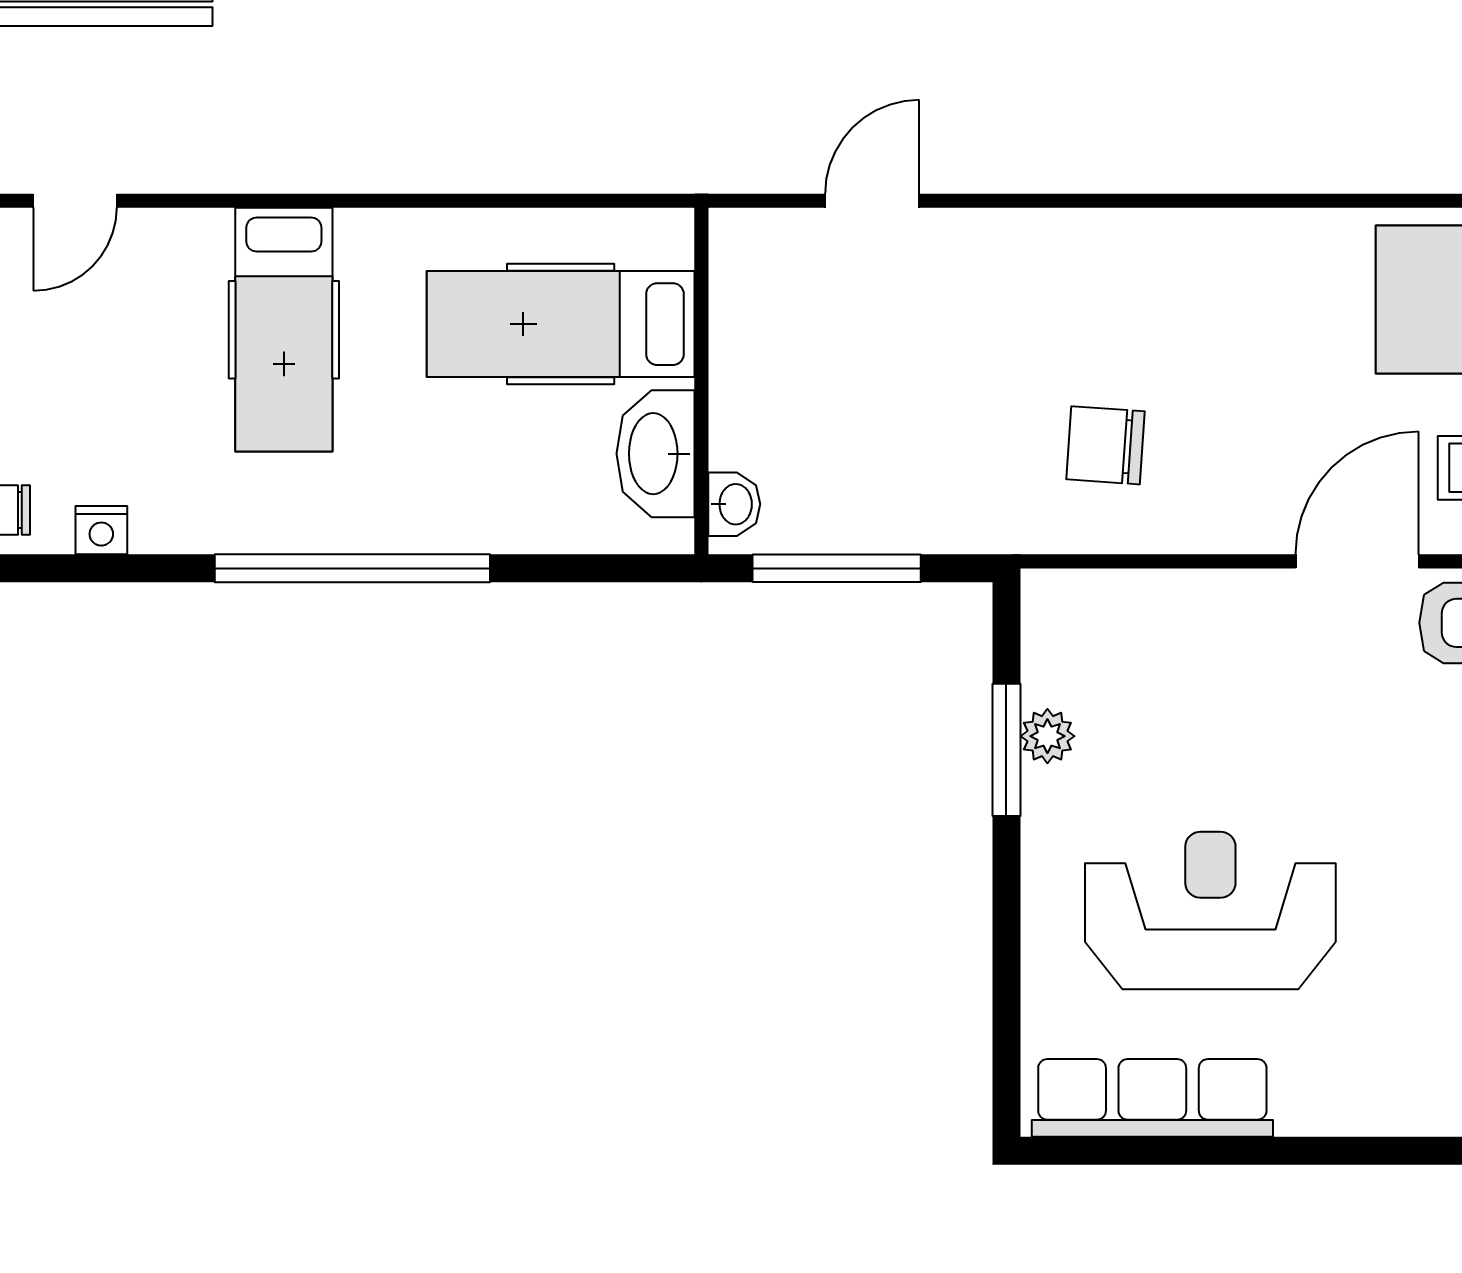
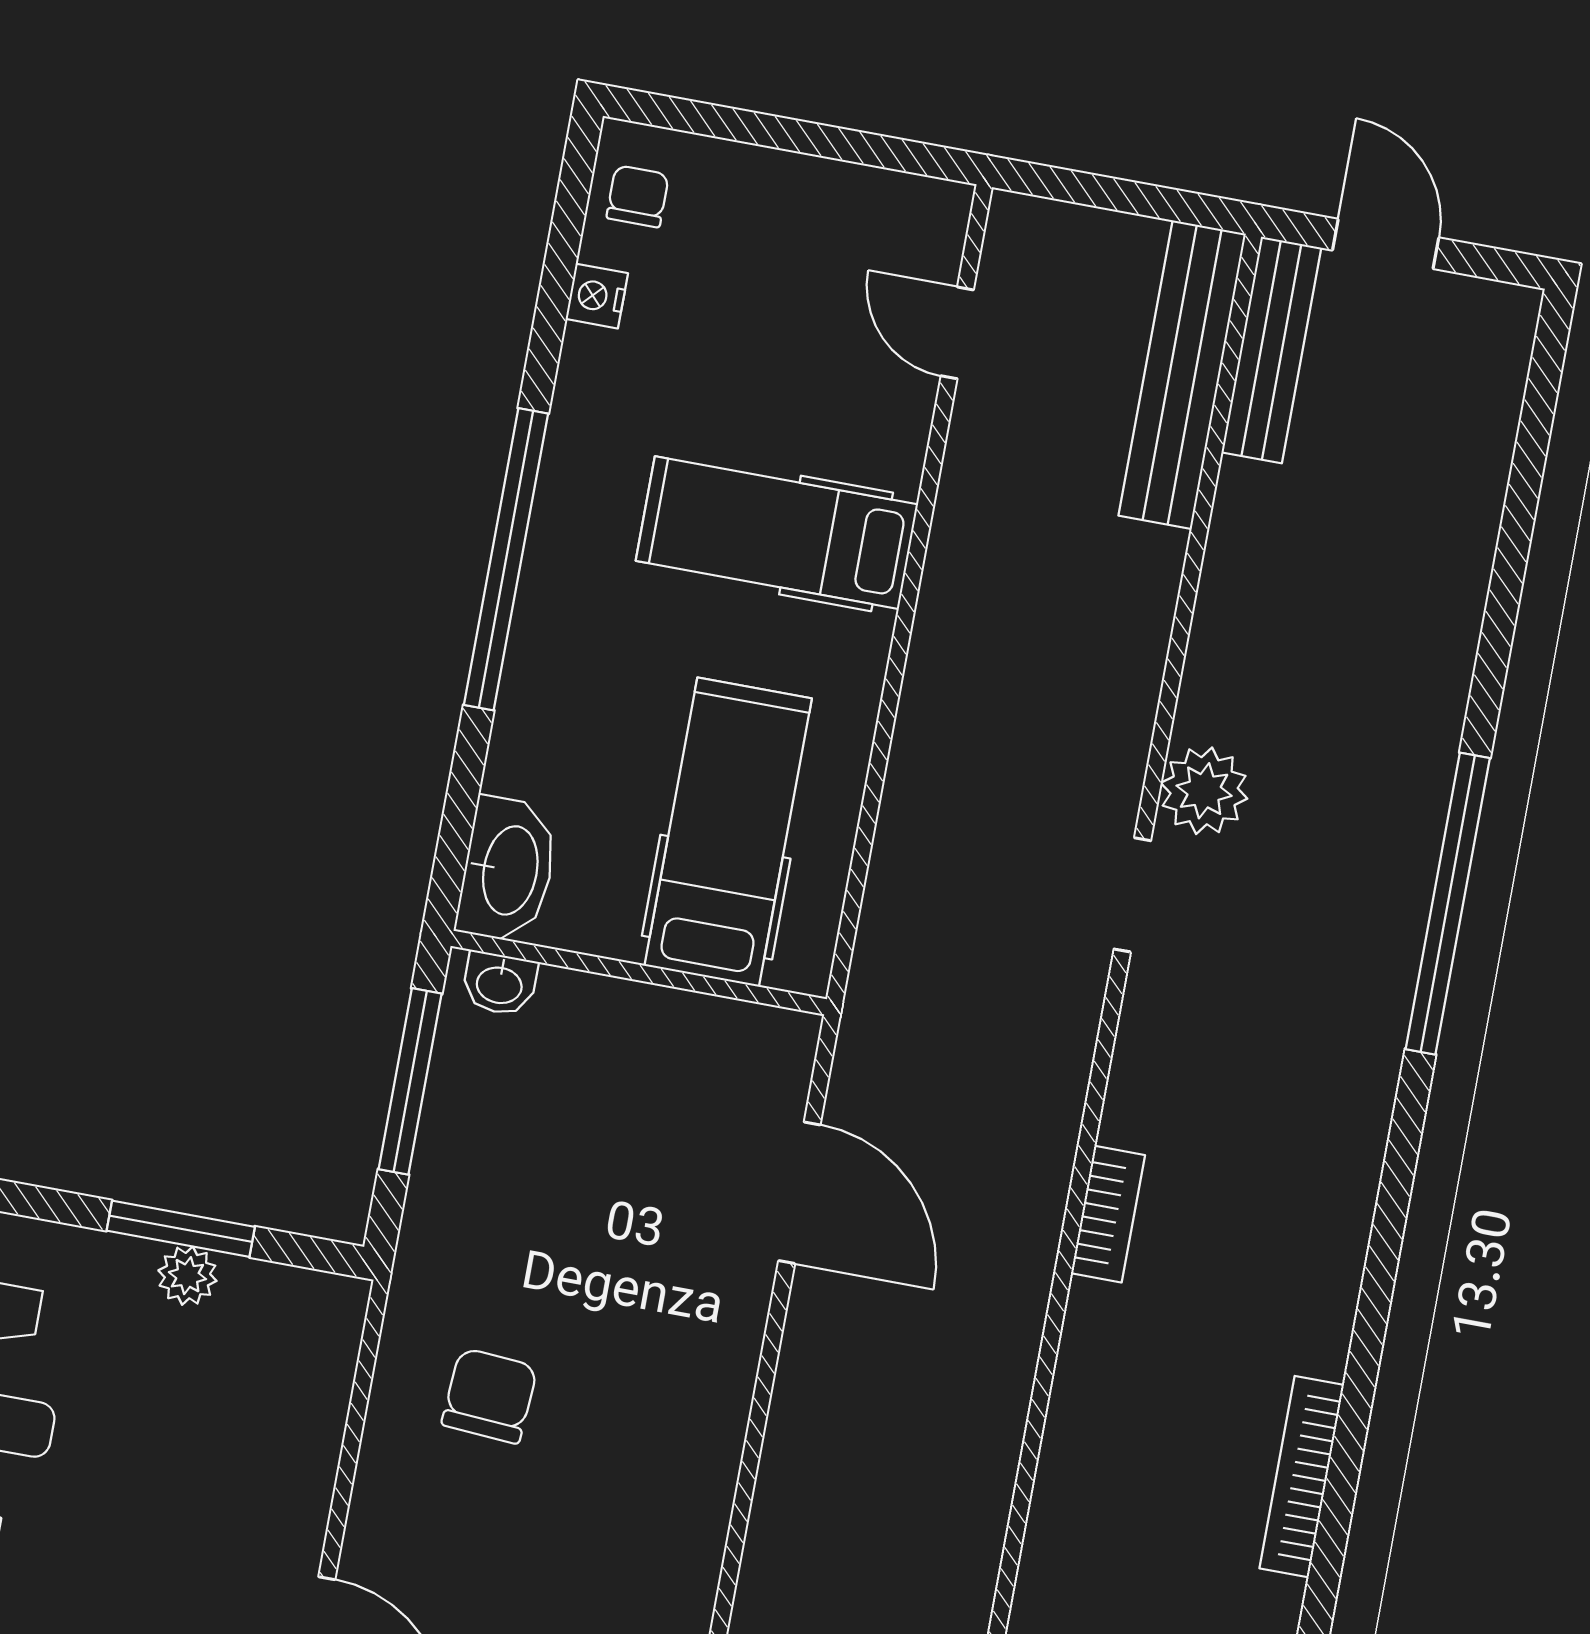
door: (872, 201) -> (799, 1193), width x1.38
washbasin: (656, 454) -> (508, 870), moved, turned 90

